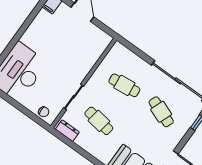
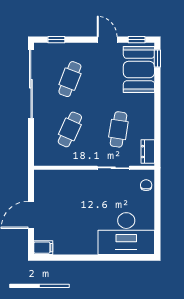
cafe table: (124, 85) -> (70, 129), turned 30

